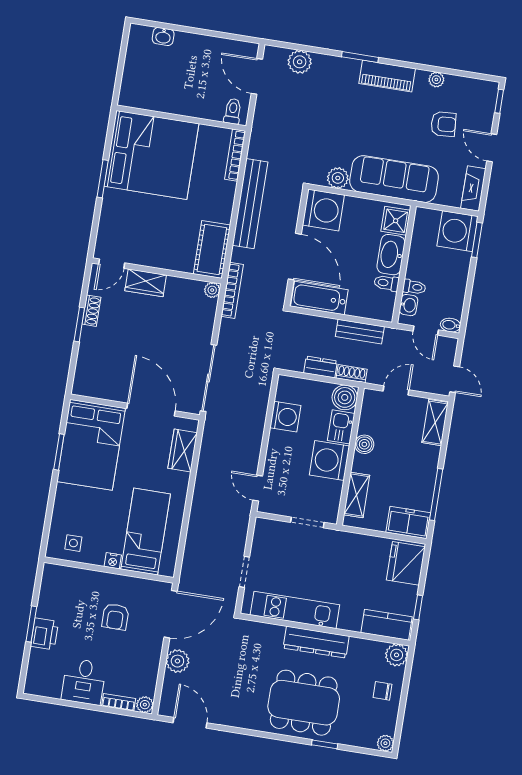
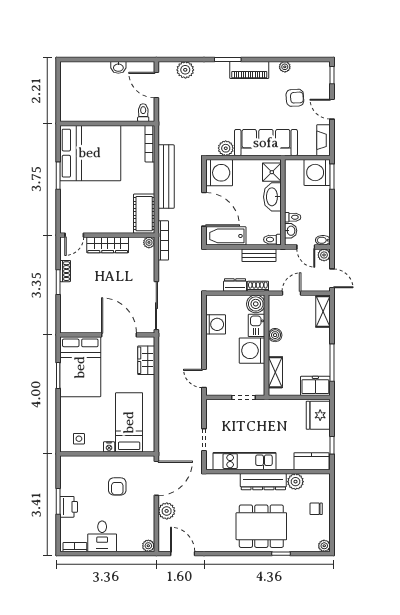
washbasin: (163, 36) -> (118, 67), moved
wardrobe: (146, 283) -> (108, 245), width x1.50
toilet: (386, 283) -> (272, 240), moved
plant: (449, 345) -> (324, 255), added
plant: (397, 655) -> (295, 482), moved
bookcase: (119, 702) -> (75, 547), moved

